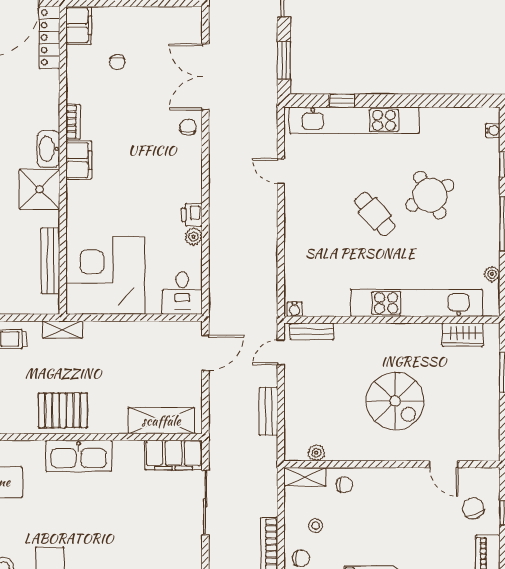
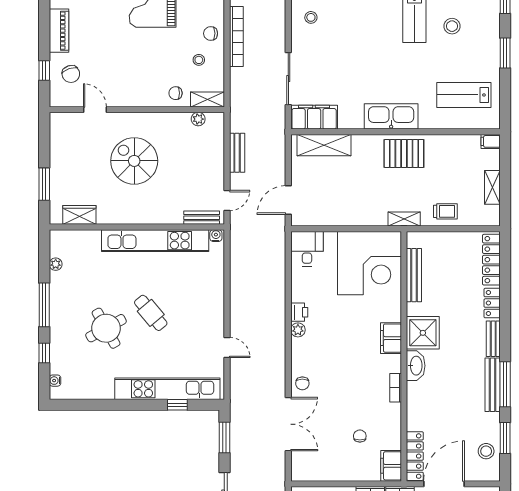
filing cabinet: (79, 160) -> (391, 338), moved
plant: (193, 237) -> (298, 330), moved
kitchen unit: (416, 303) -> (155, 241), moved

